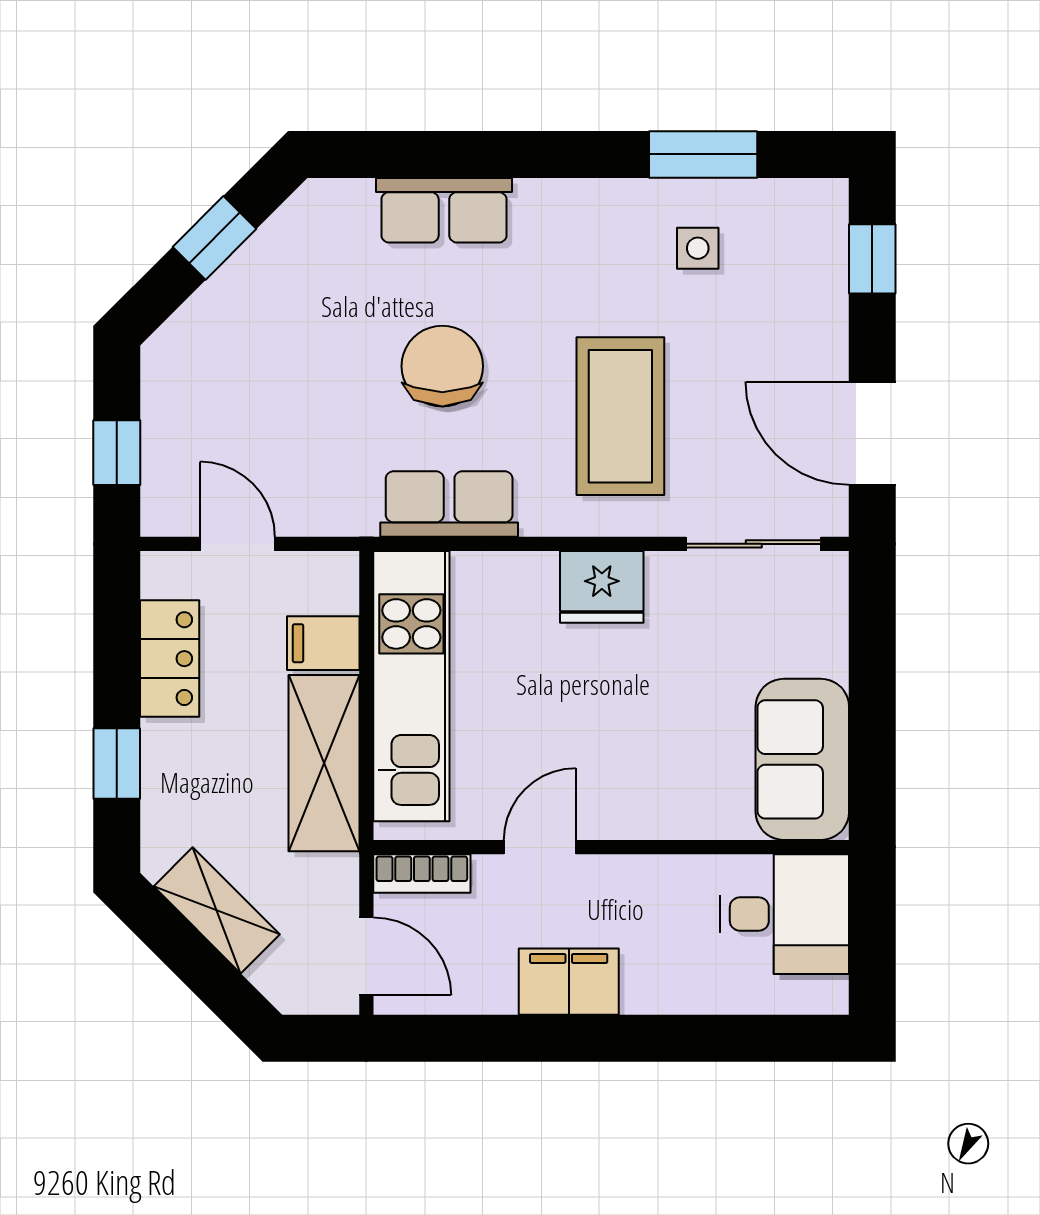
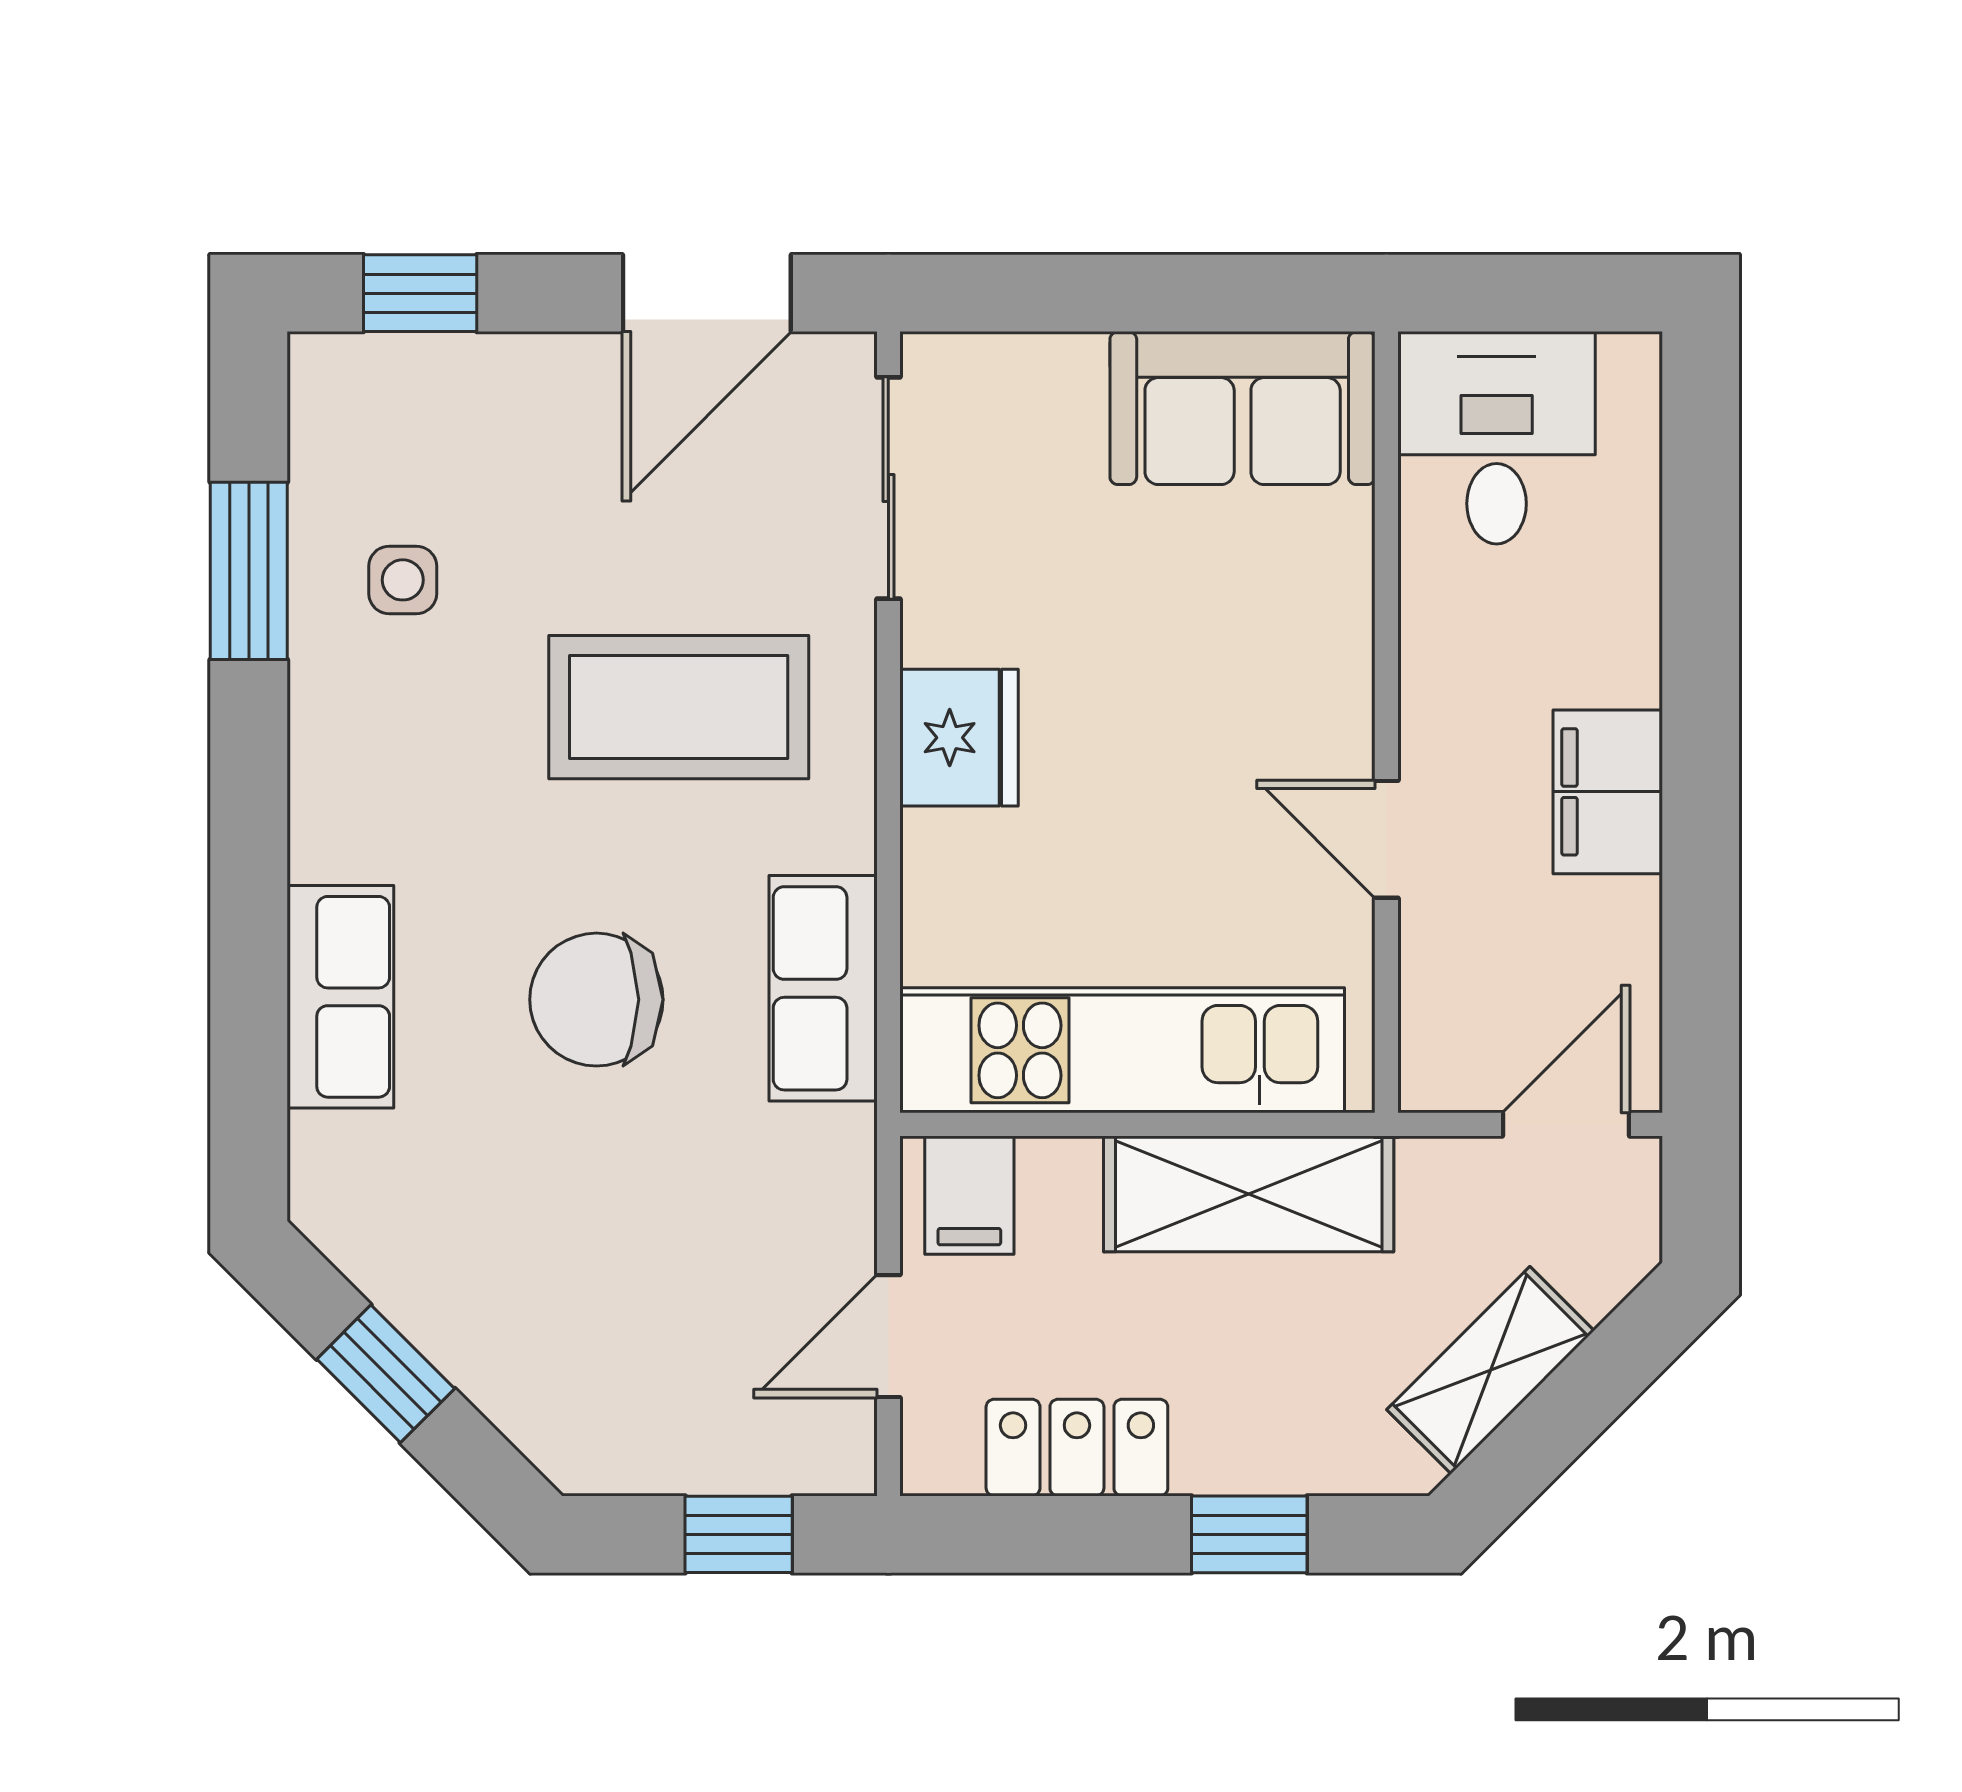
filing cabinet: (323, 643) -> (969, 1195), moved
bookcase: (422, 873) -> (1430, 1033), removed

